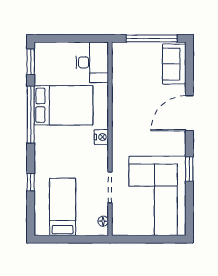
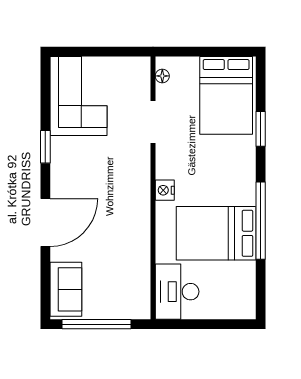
window: (31, 62) -> (261, 293), removed
window: (31, 182) -> (261, 129), width x1.50
corner sofa: (157, 196) -> (78, 96), width x0.73, depth x0.74
bed: (63, 207) -> (226, 95), width x1.50

